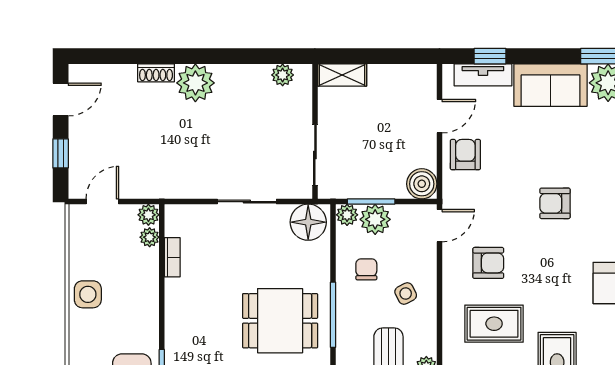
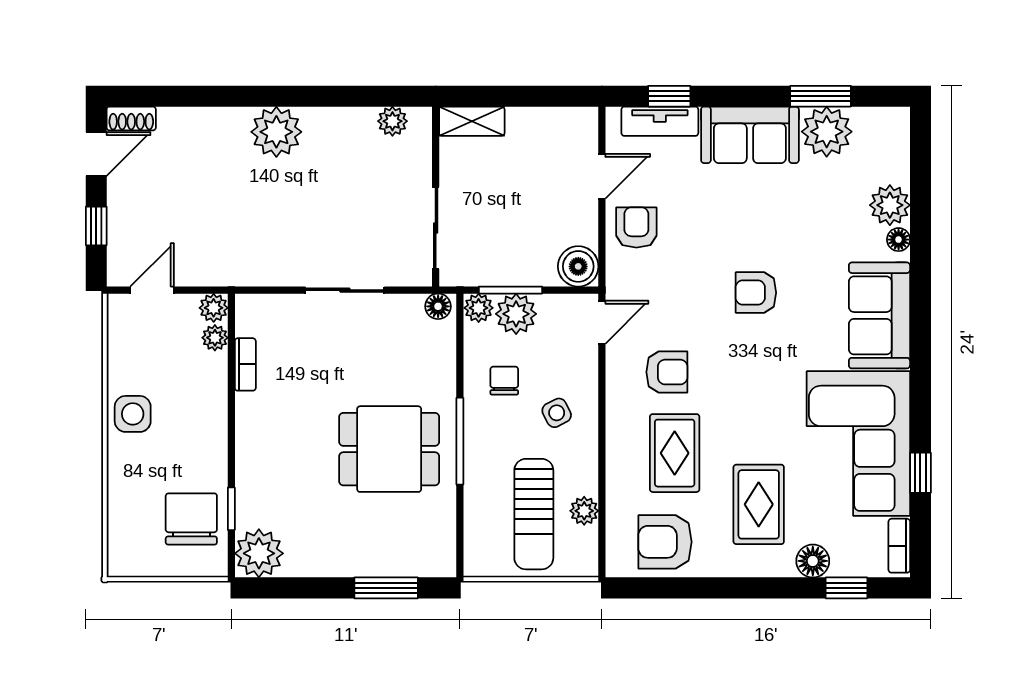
shoe rack: (156, 73) -> (131, 118), moved
floor lamp: (308, 222) -> (438, 306), width x0.53, depth x0.53
rug: (494, 324) -> (675, 453), turned 90

